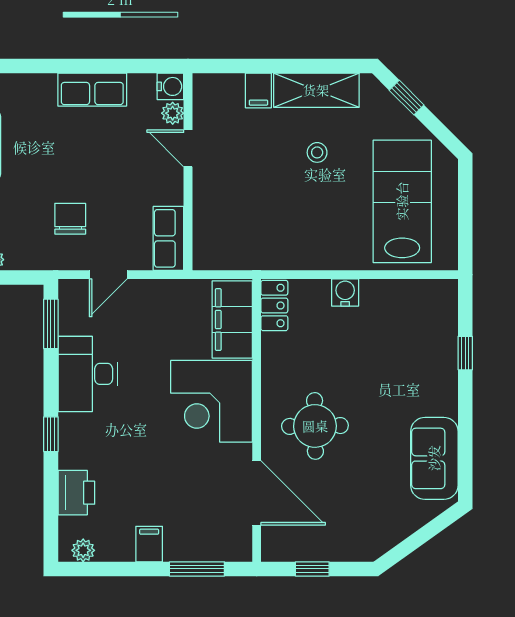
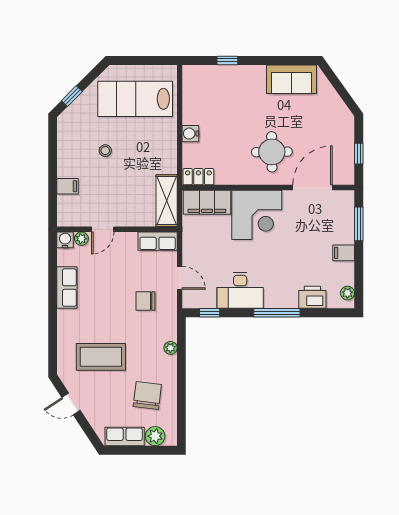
shelving: (316, 90) -> (167, 201), moved
window: (51, 324) -> (210, 313), width x0.67
window: (51, 434) -> (277, 313), width x2.17

